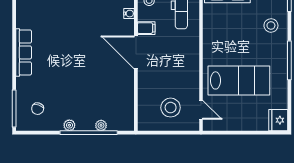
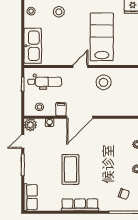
coffee table: (69, 40) -> (70, 169), added
stool: (171, 108) -> (104, 82), moved
door: (201, 110) -> (80, 66), moved

